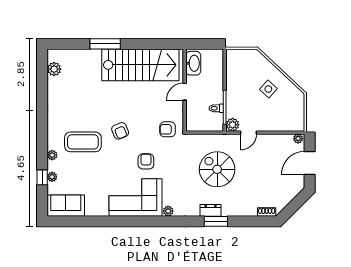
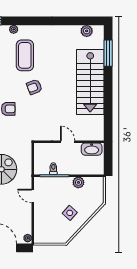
window: (105, 44) -> (108, 53), moved
stairs: (140, 65) -> (90, 82), moved
plant: (233, 125) -> (78, 182), moved
armchair: (168, 129) -> (36, 127), removed

